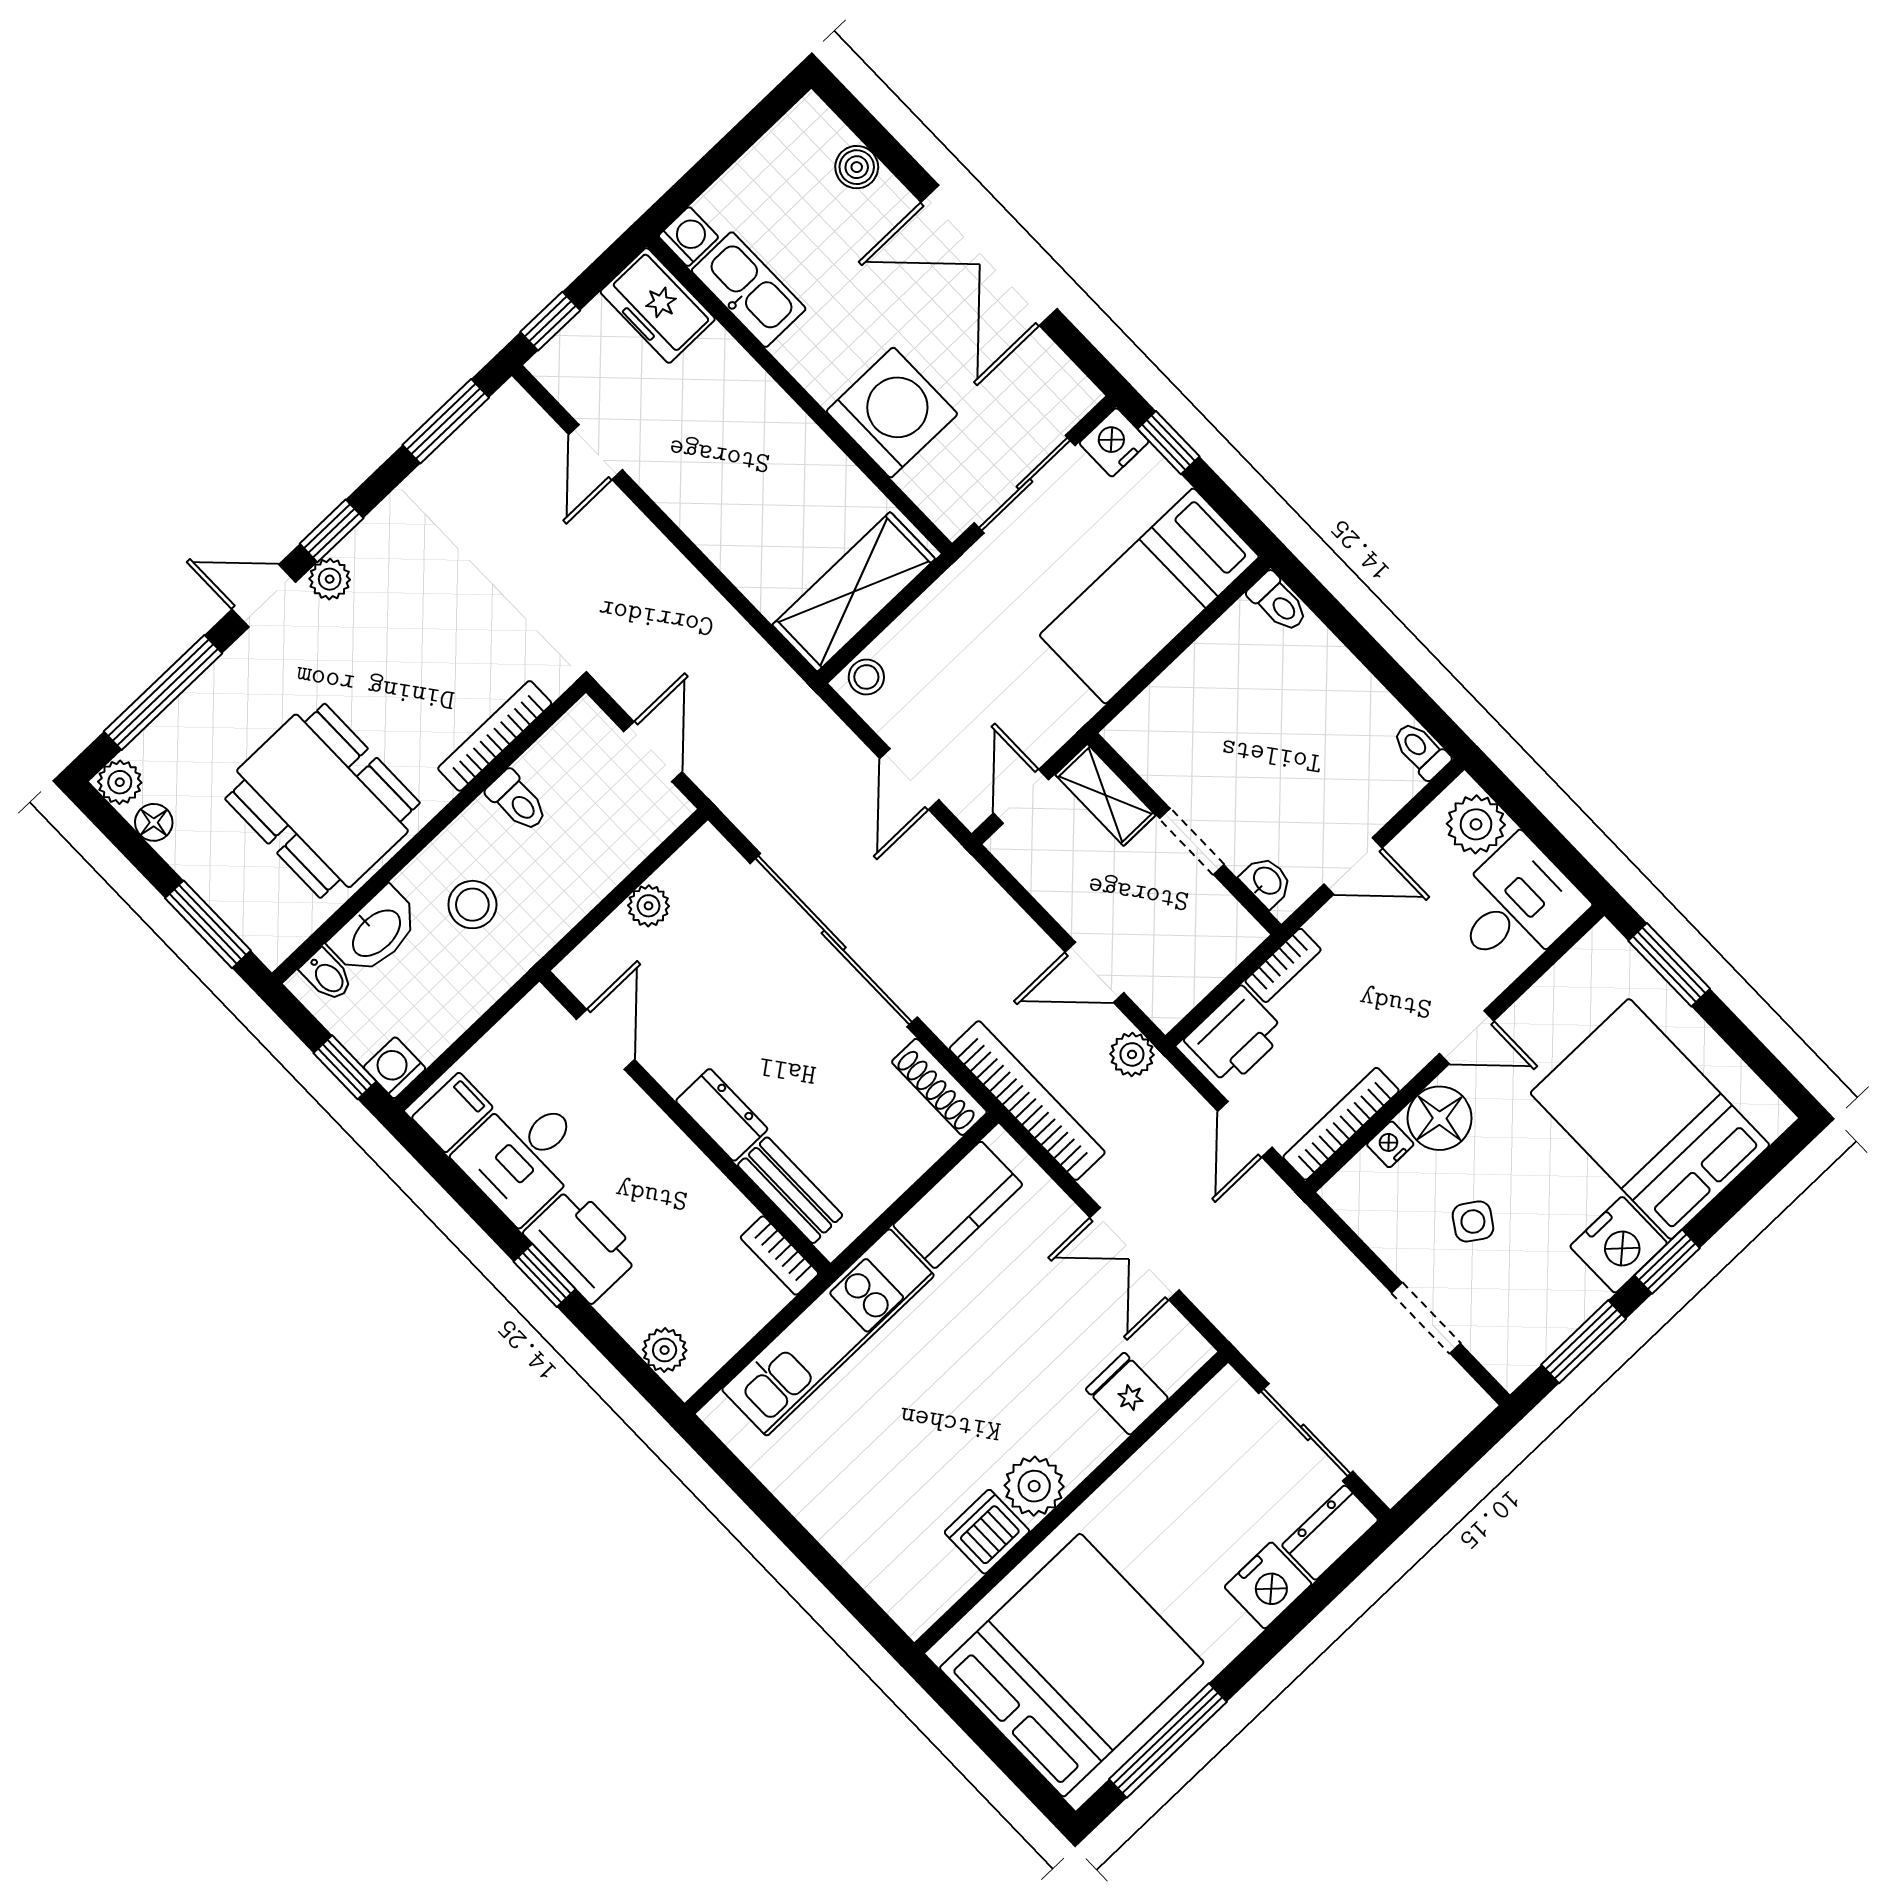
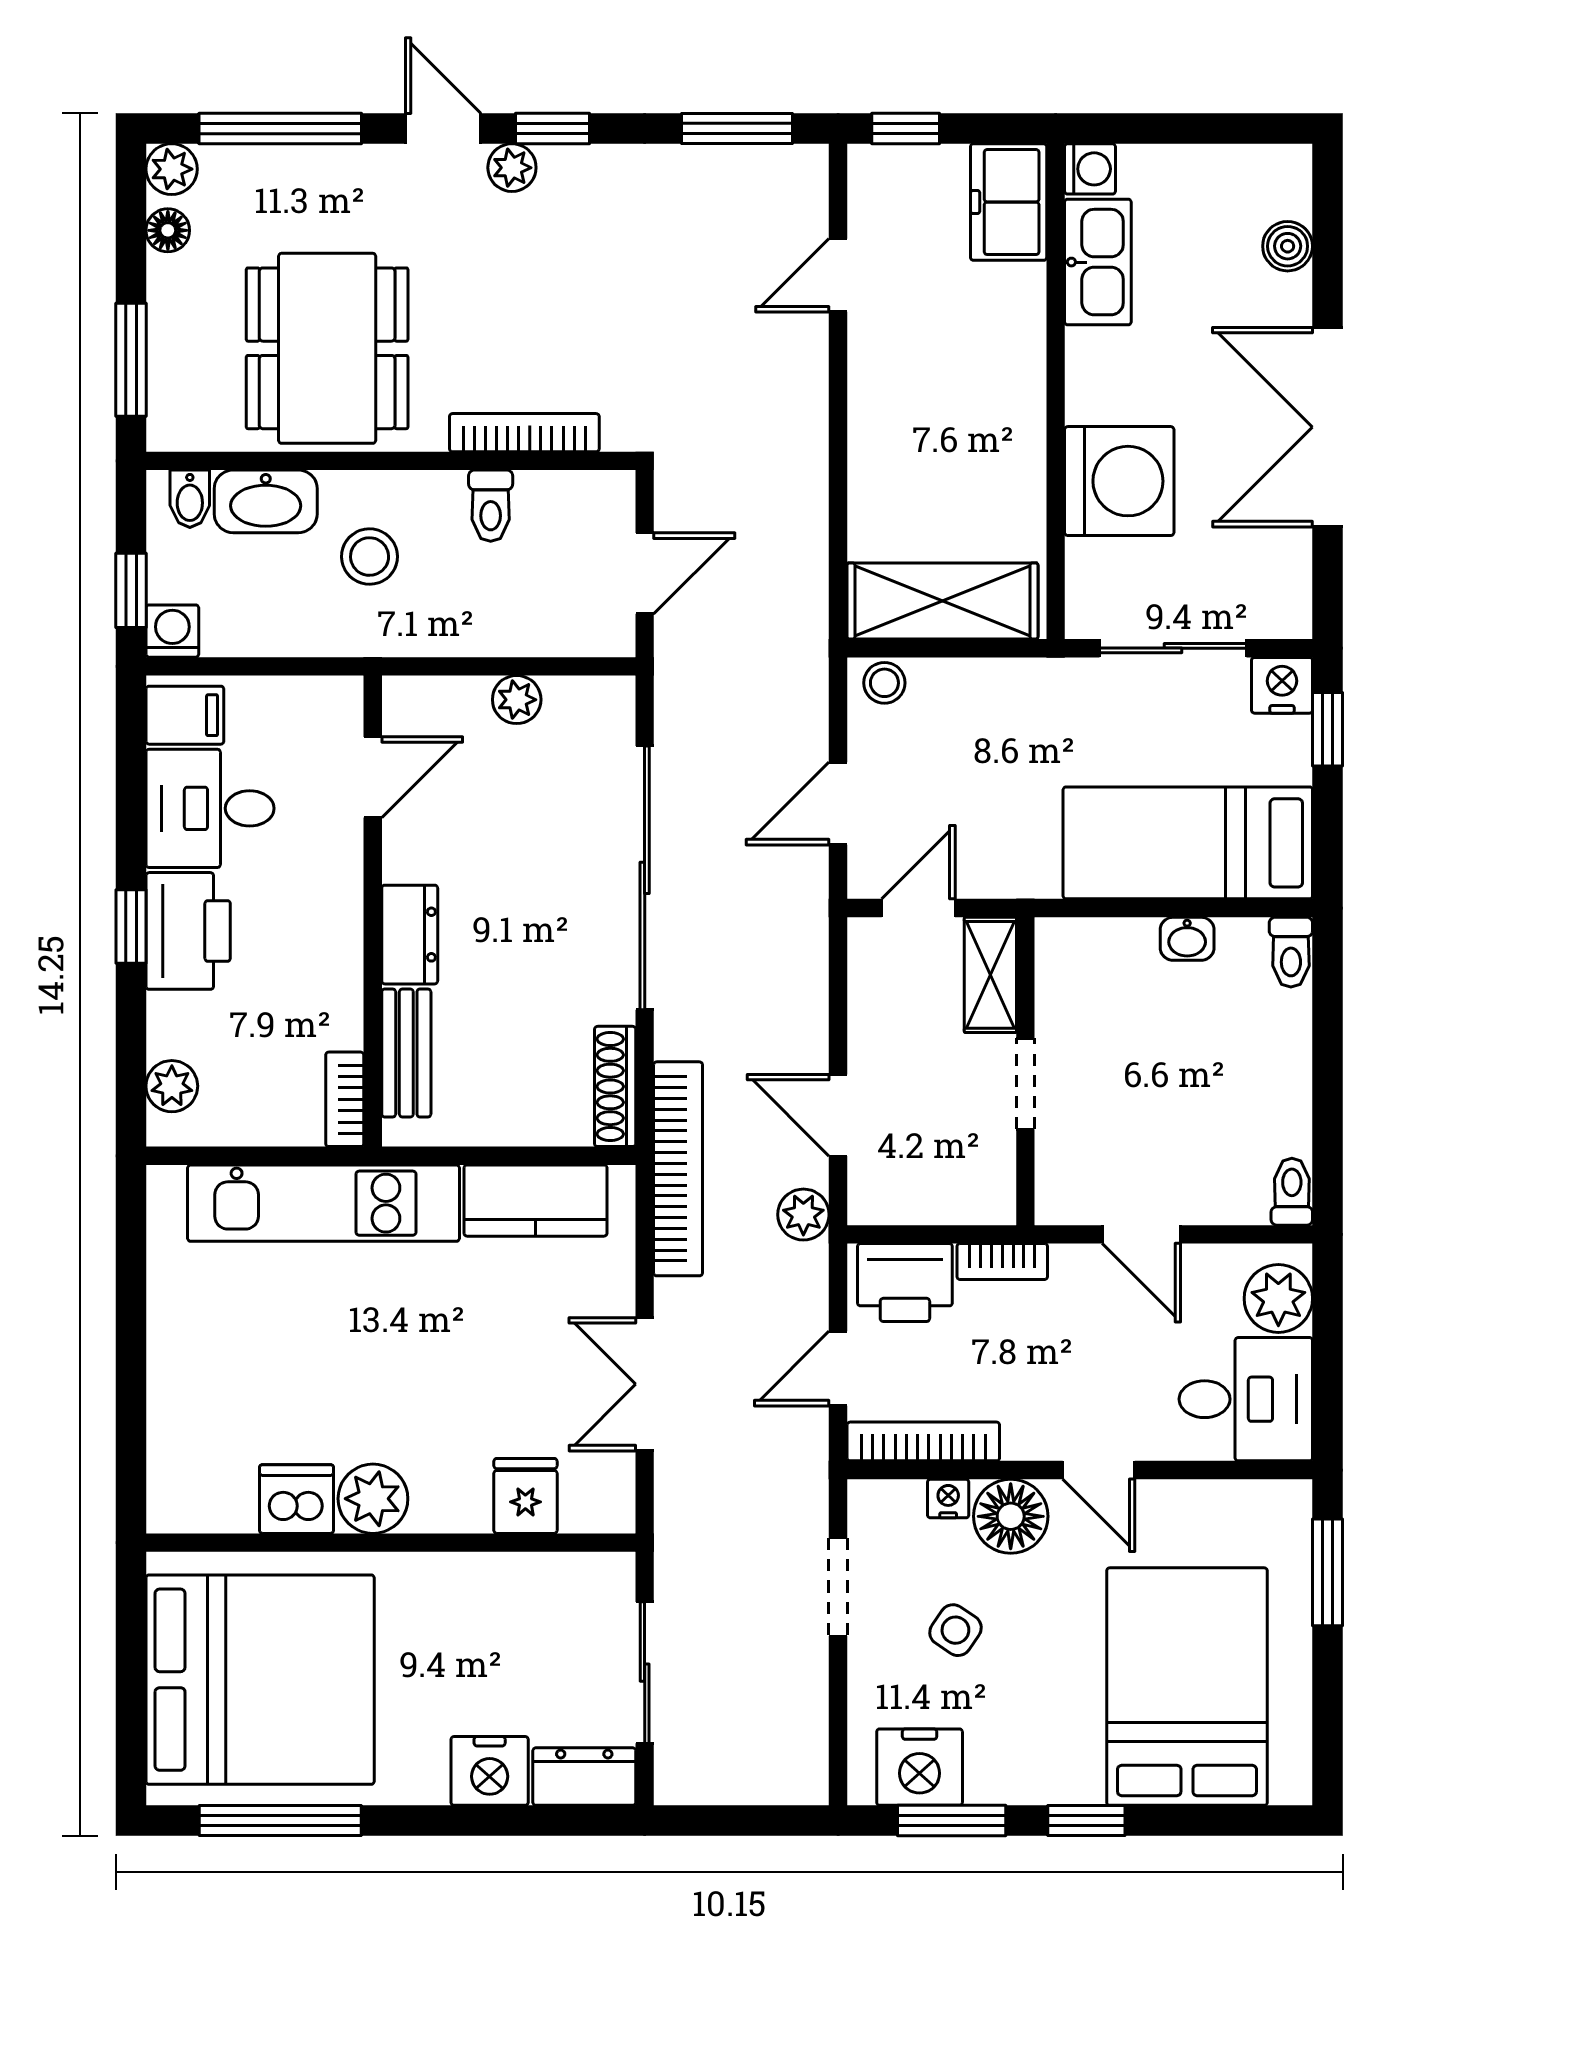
washbasin: (1267, 881) -> (1187, 939), moved, turned 90
nightstand: (1619, 1245) -> (920, 1767), moved
doorway: (1426, 1318) -> (838, 1587), moved

